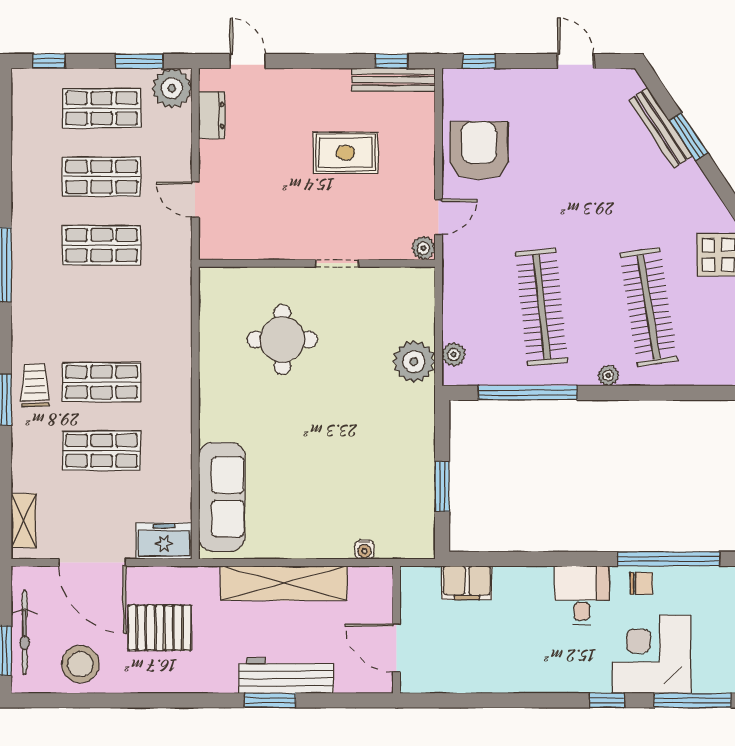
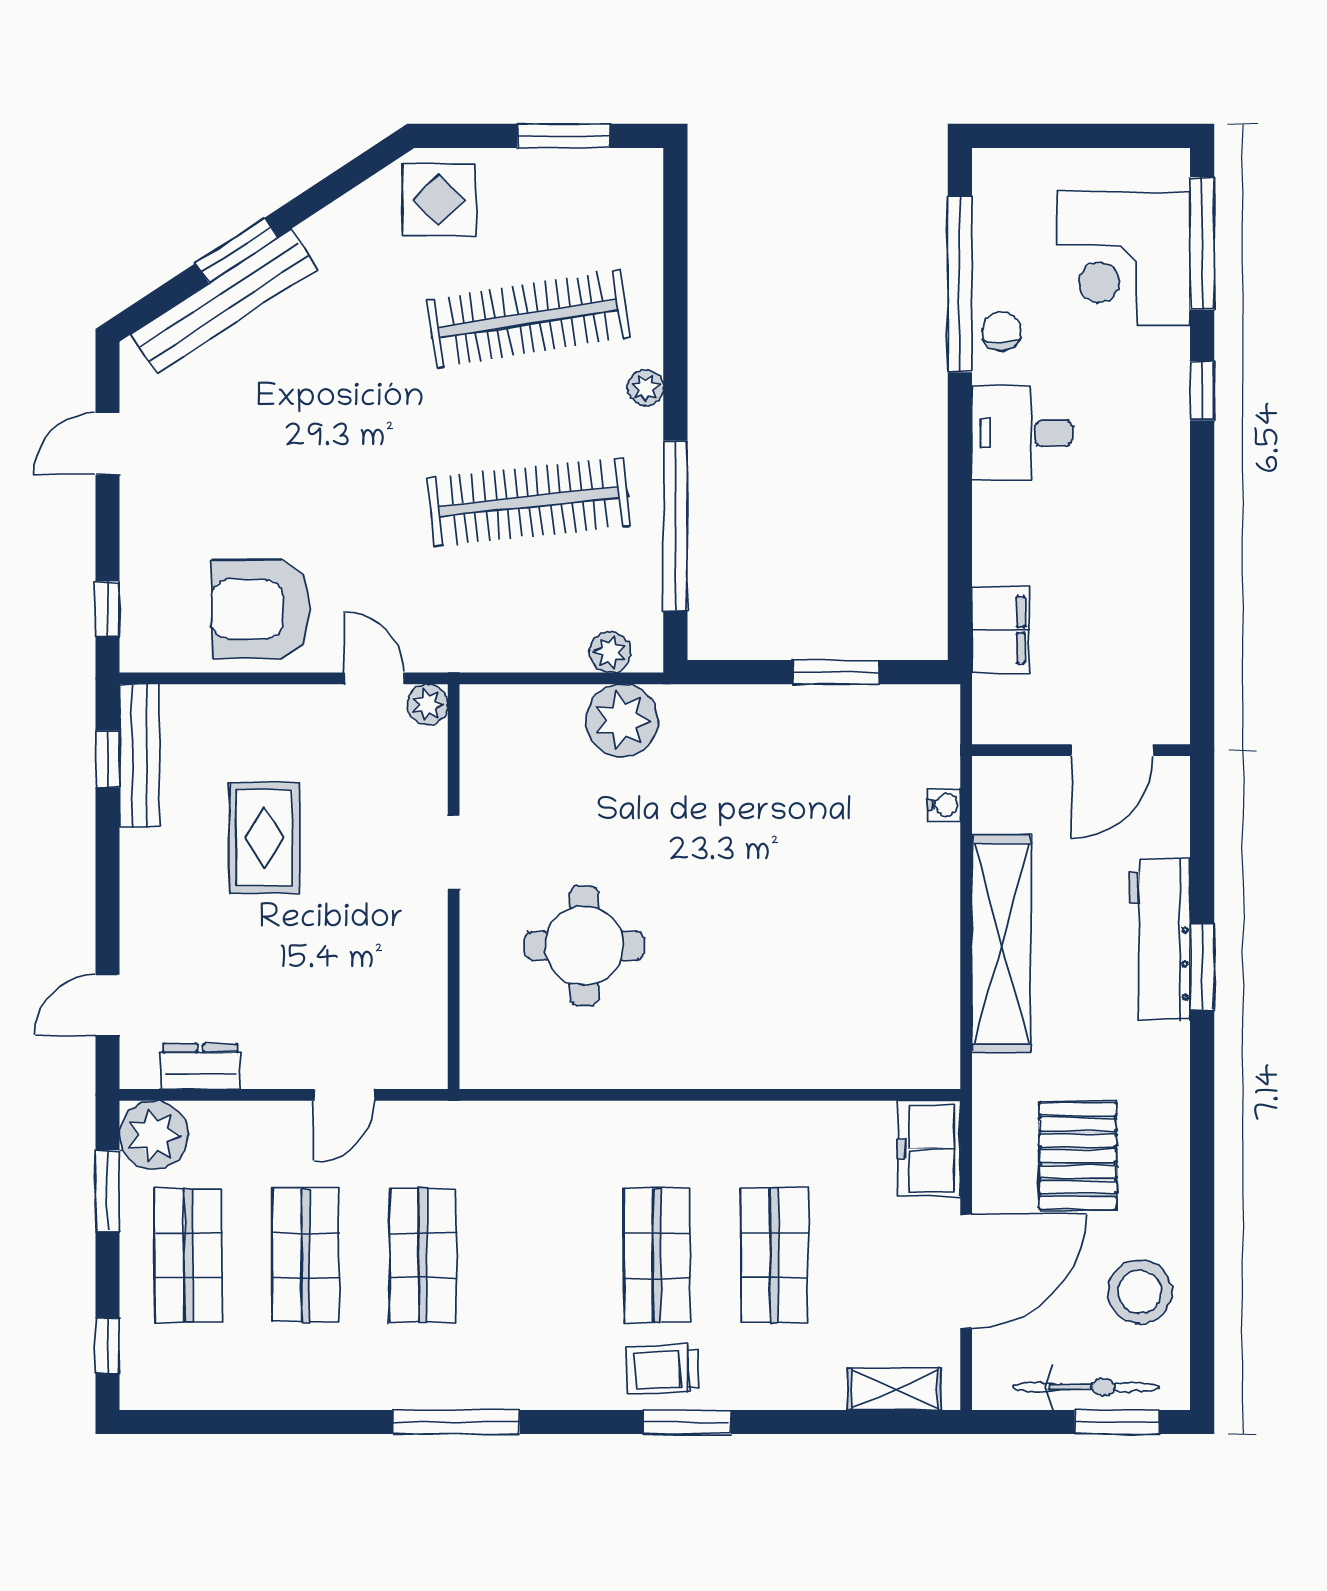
bench: (661, 128) -> (224, 301), width x1.37, depth x1.21
sofa: (222, 497) -> (853, 1050), removed
corner desk: (652, 654) -> (1123, 258), moved

